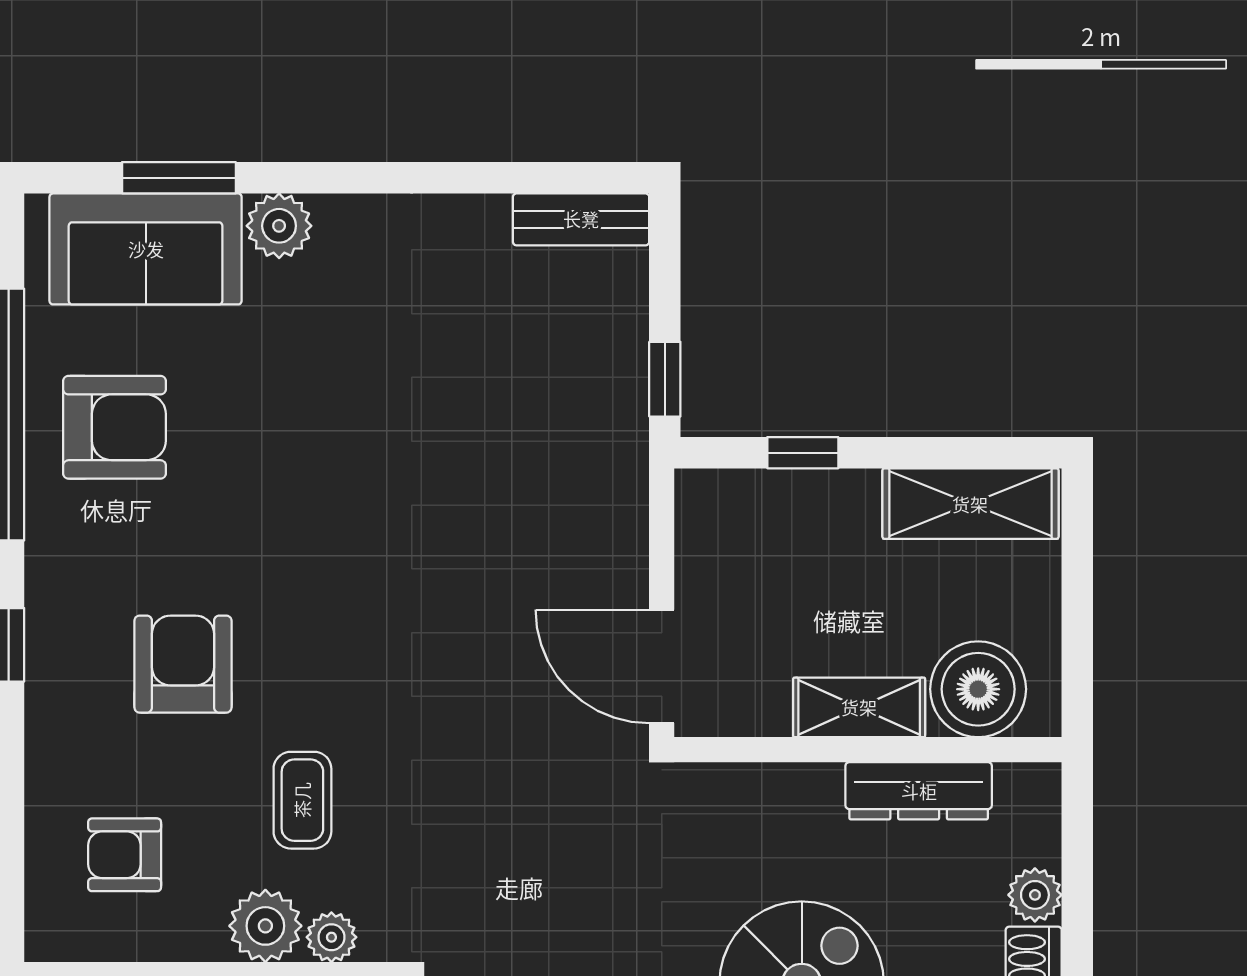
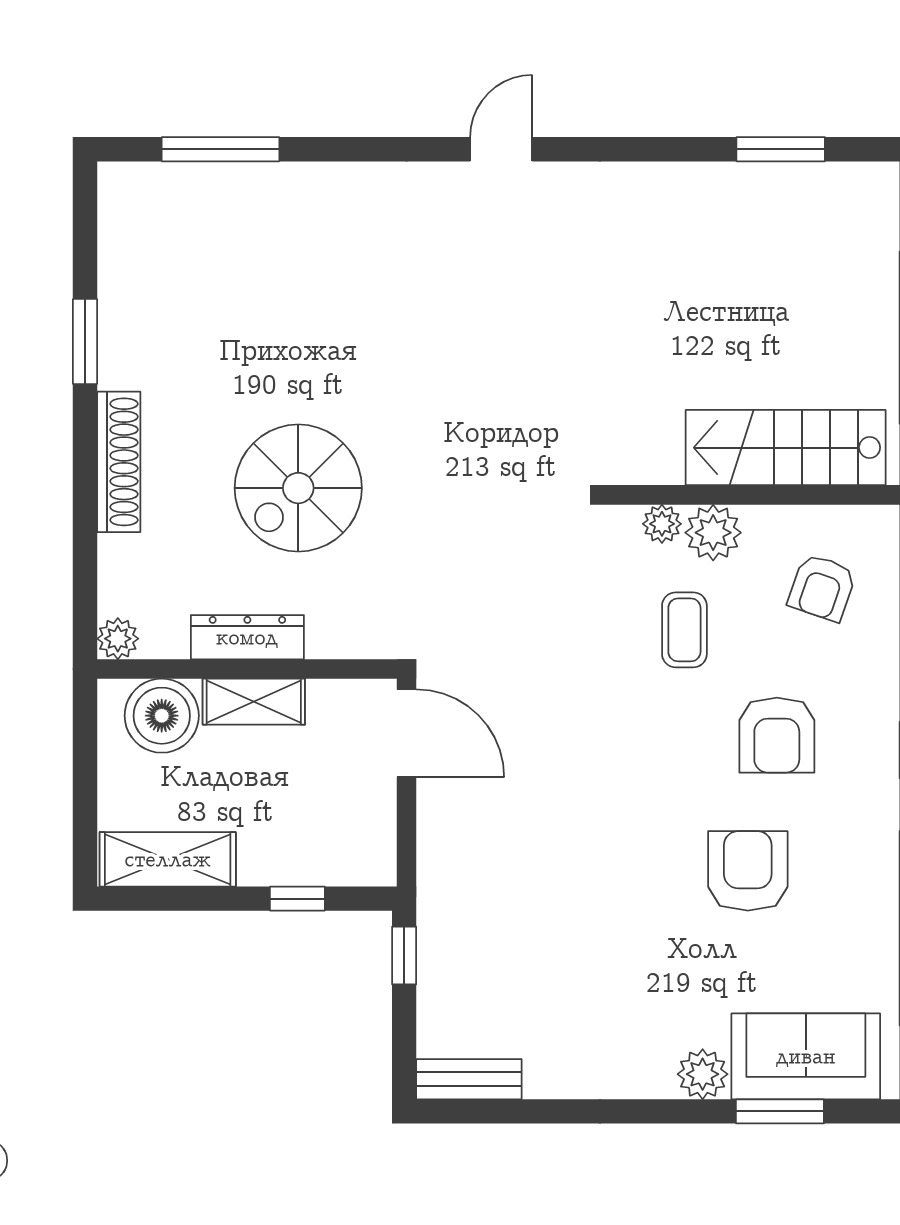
armchair: (114, 427) -> (748, 871), moved, turned 90
dresser: (919, 791) -> (247, 637), moved
armchair: (125, 855) -> (822, 588), turned 109
plant: (1035, 895) -> (118, 639), moved

